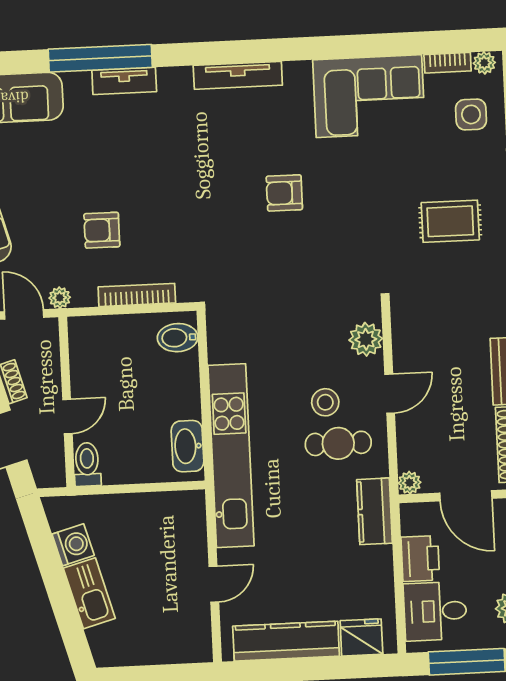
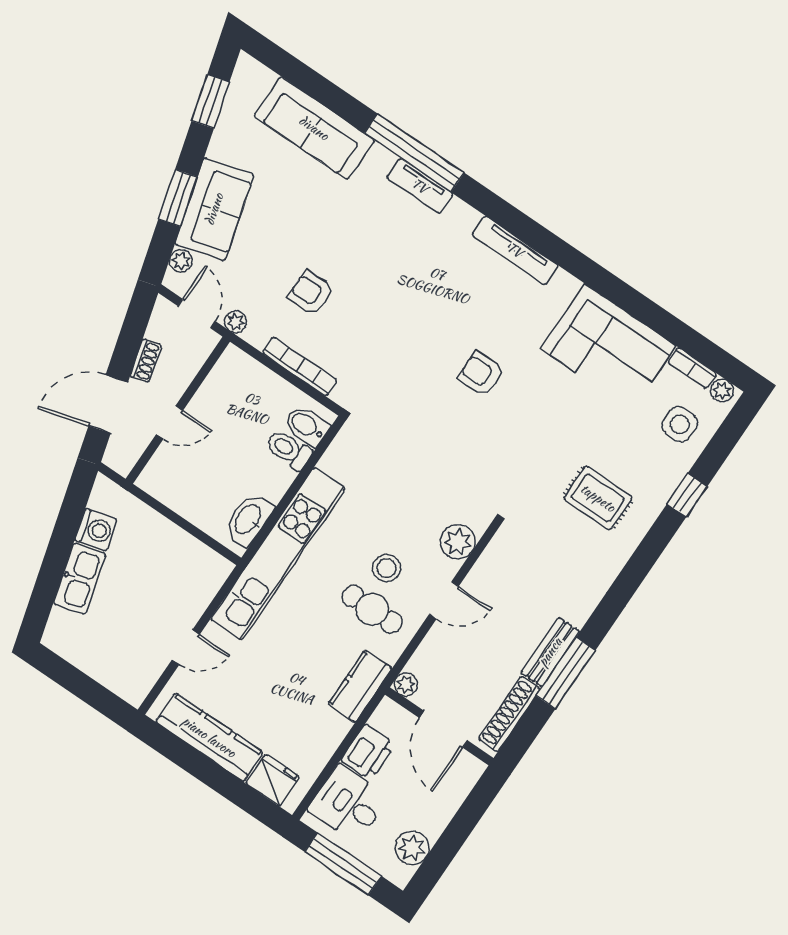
toilet: (87, 464) -> (289, 450), moved, turned -90

